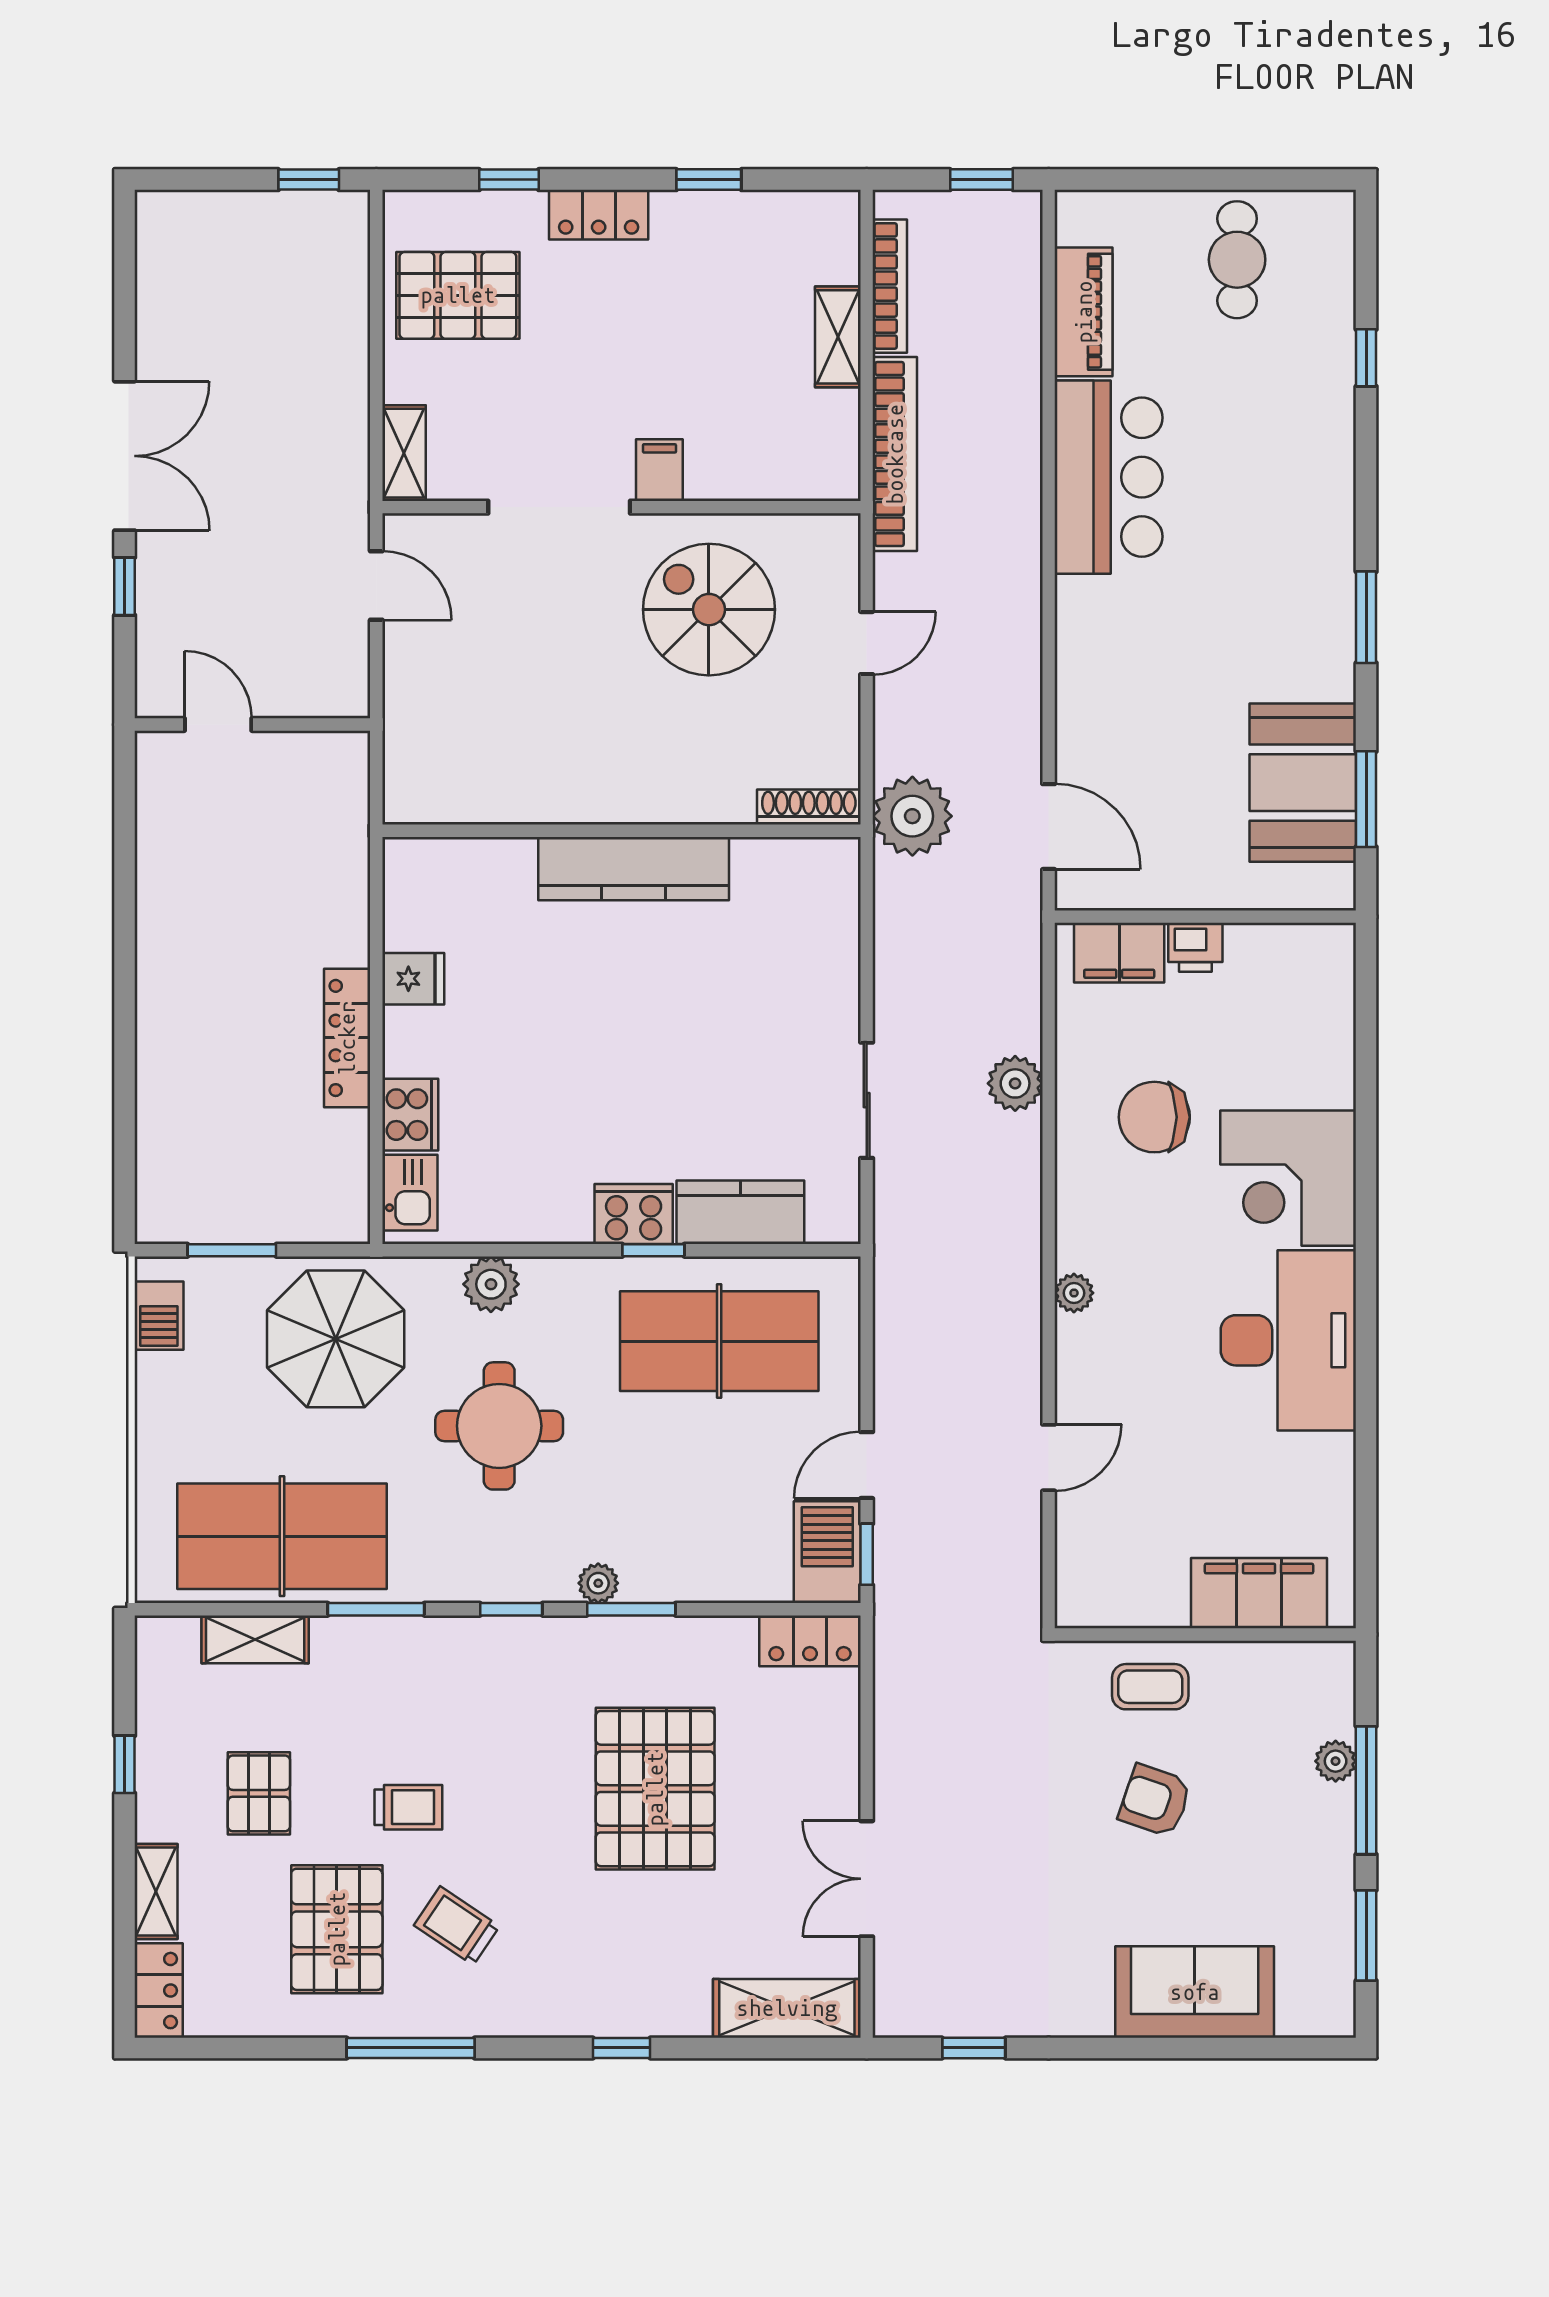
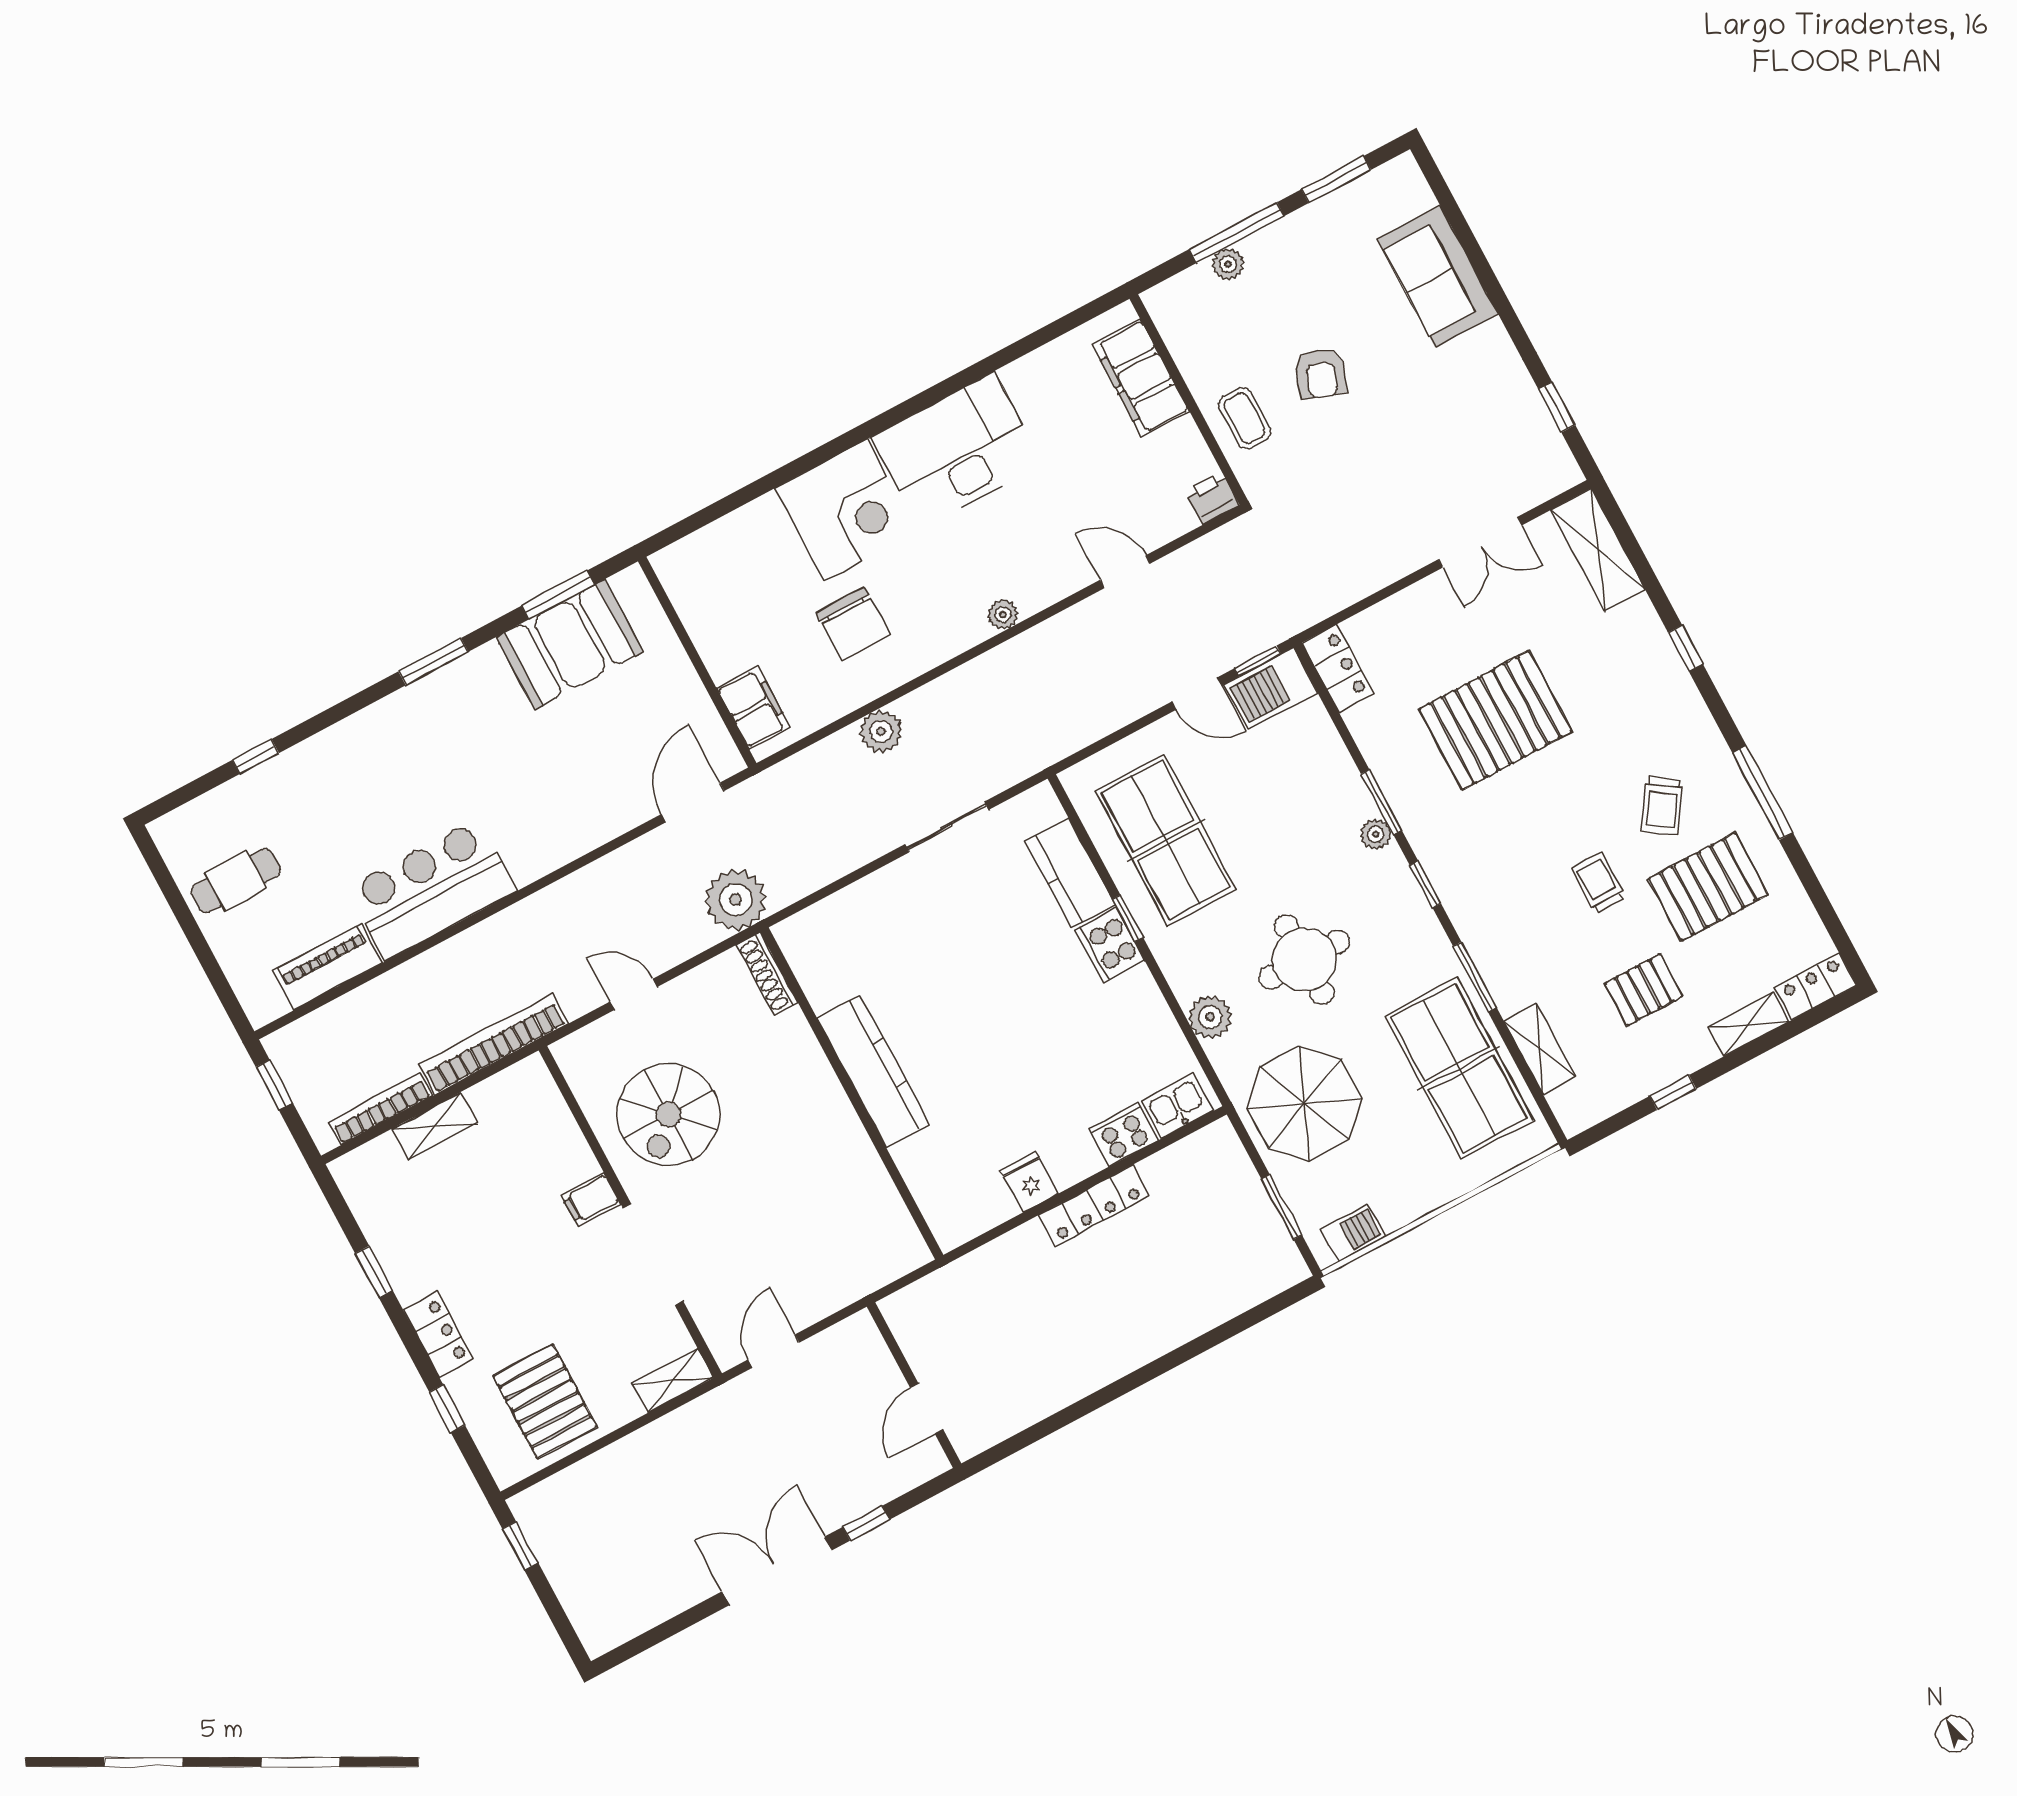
printer: (1195, 947) -> (1212, 498), moved, turned -90

